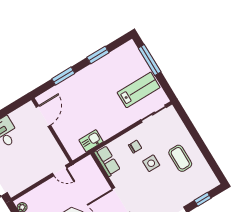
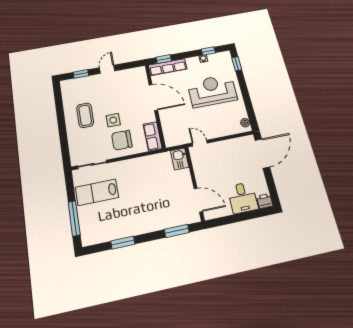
window: (63, 76) -> (177, 231), moved
door: (43, 116) -> (198, 200), swing flipped
kitchen sink: (91, 141) -> (180, 159), moved, turned 90
chair: (135, 147) -> (122, 140), width x1.87, depth x1.87

